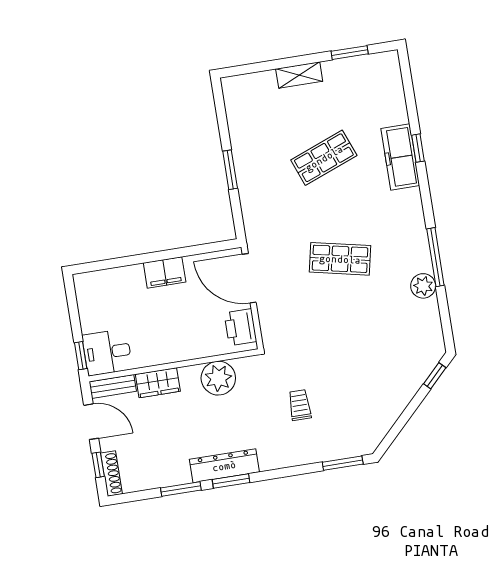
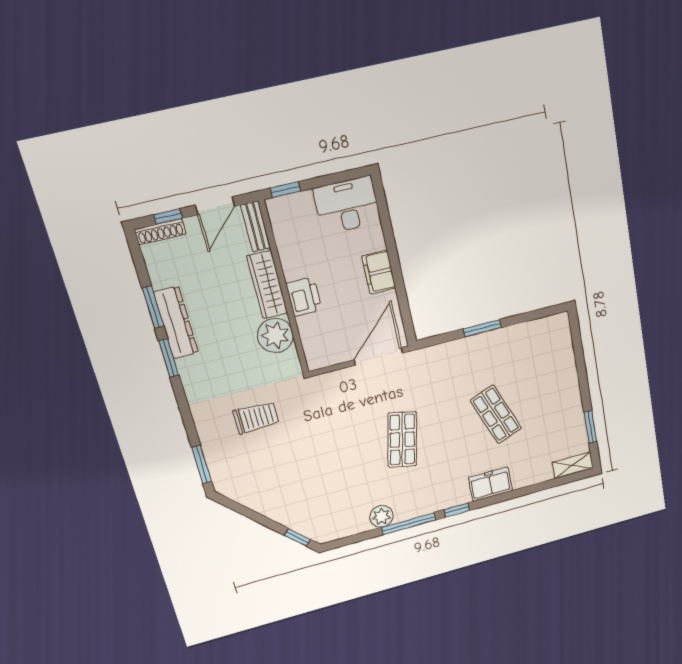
shelving: (299, 75) -> (573, 465), moved, turned 90
window: (418, 148) -> (457, 510), moved
freezer: (400, 157) -> (490, 484), width x0.71
printer: (240, 327) -> (304, 297), moved, turned 90
desk: (107, 352) -> (347, 205), moved, width x1.37
wardrobe: (158, 383) -> (267, 285), width x1.50
trolley: (300, 405) -> (256, 418), width x1.36, depth x1.39
dresser: (224, 466) -> (176, 323), moved

